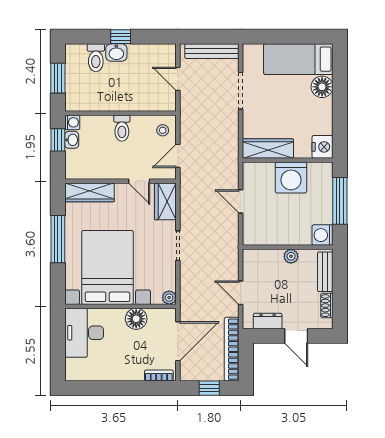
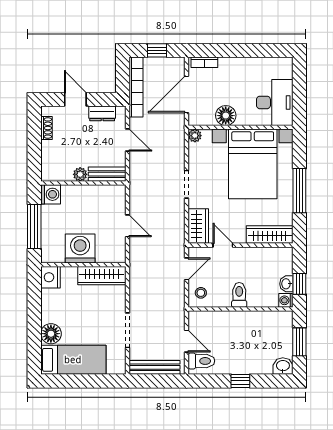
washbasin: (116, 52) -> (283, 366), moved
toilet: (96, 58) -> (201, 361), moved, turned 90
bench: (325, 272) -> (107, 174), moved, turned 90

